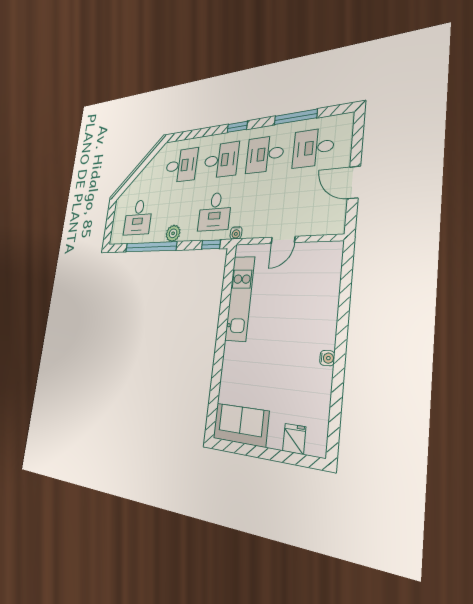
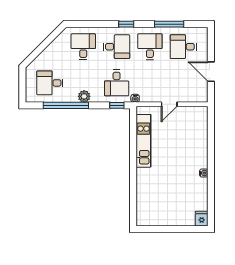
desk: (265, 154) -> (150, 47), turned 90
desk: (181, 165) -> (83, 47), turned -90
desk: (138, 217) -> (50, 83), turned 90
sofa: (241, 425) -> (154, 216), removed
fridge: (294, 439) -> (202, 219), moved

